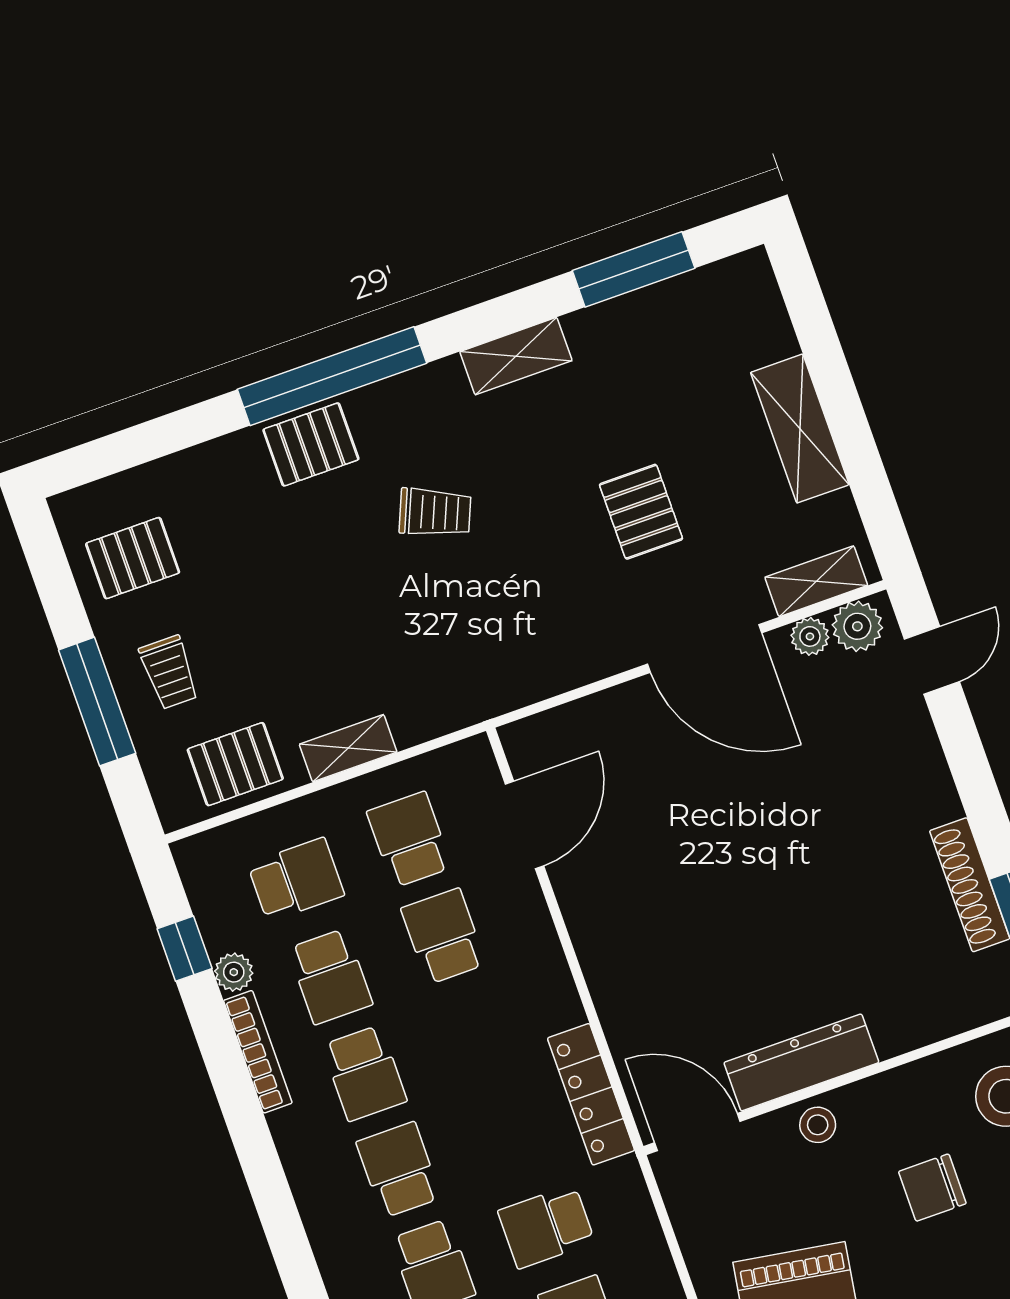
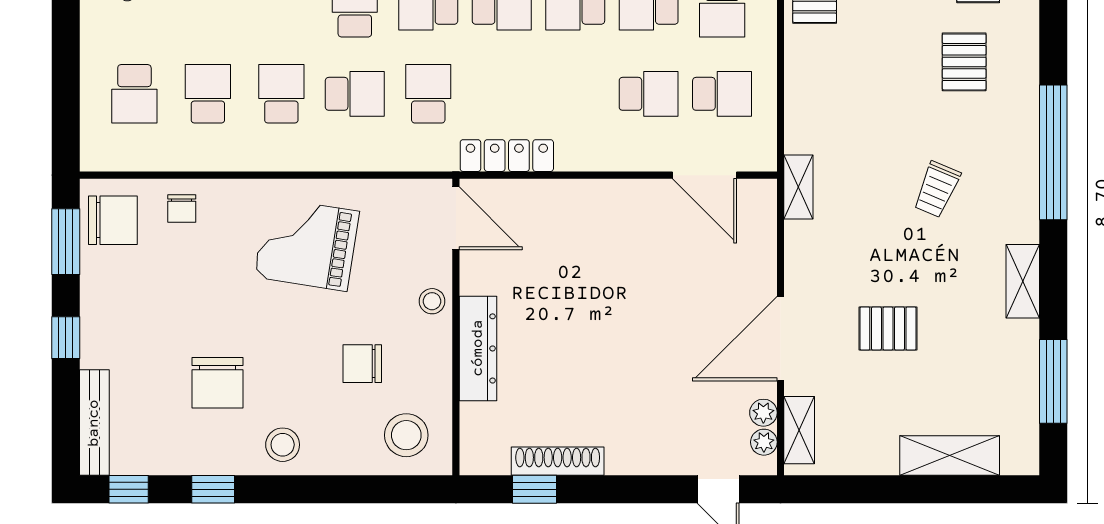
shelving: (800, 429) -> (950, 456), moved
pallet: (311, 444) -> (964, 62), moved
plant: (857, 626) -> (764, 442), width x0.73, depth x0.73
shelving: (348, 748) -> (798, 187), moved
dresser: (801, 1062) -> (478, 348), moved
door: (697, 1132) -> (456, 218), hinge flipped
chair: (932, 1188) -> (362, 364), turned -90

